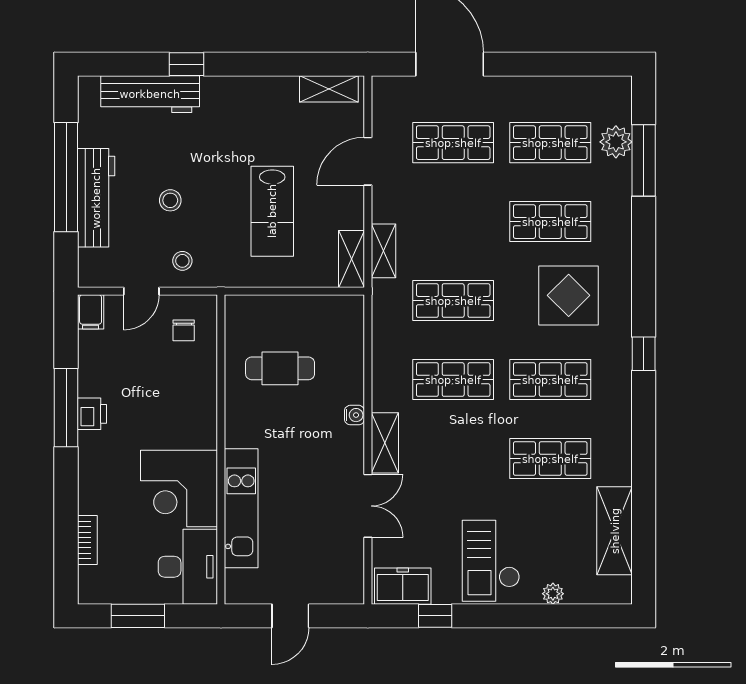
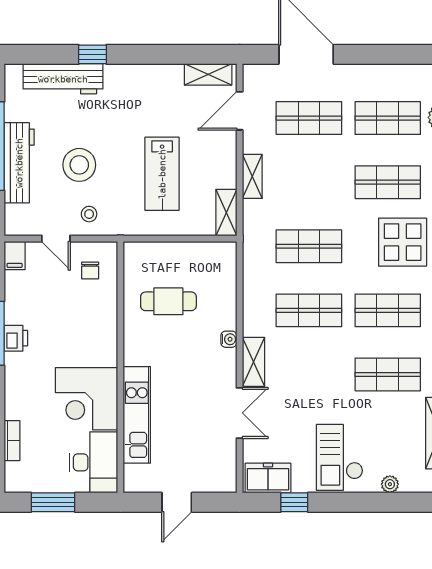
door: (368, 161) -> (240, 111), moved
stool: (170, 200) -> (79, 165), width x1.89, depth x1.89
shelving: (383, 251) -> (252, 176), moved
door: (141, 291) -> (56, 239), hinge flipped

